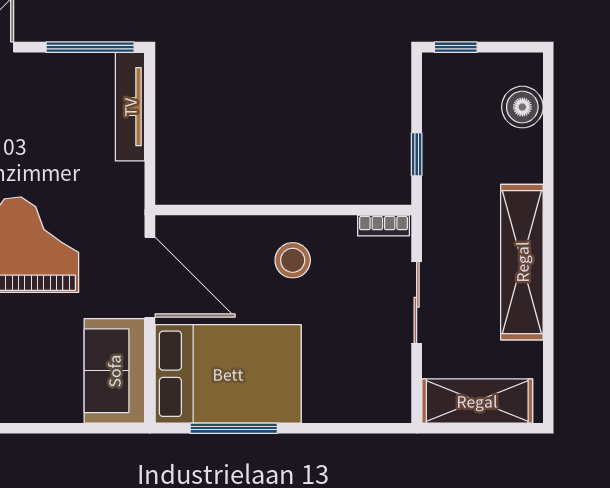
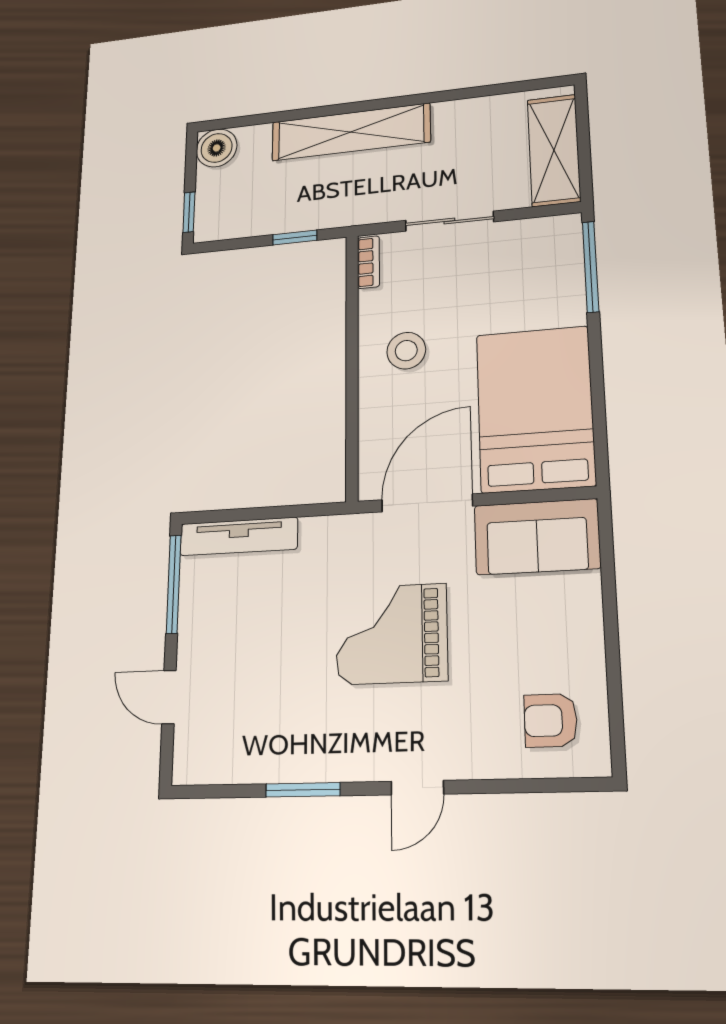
boiler: (522, 107) -> (217, 148), moved
shelving: (522, 262) -> (351, 132), moved
window: (234, 428) -> (591, 267), moved

